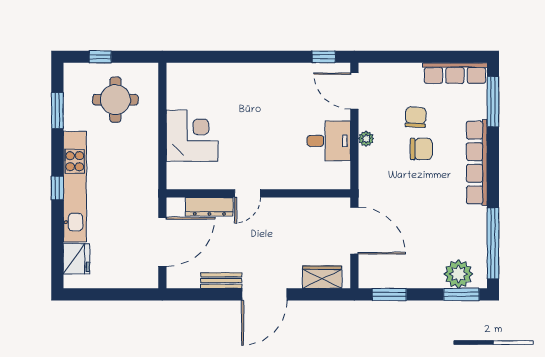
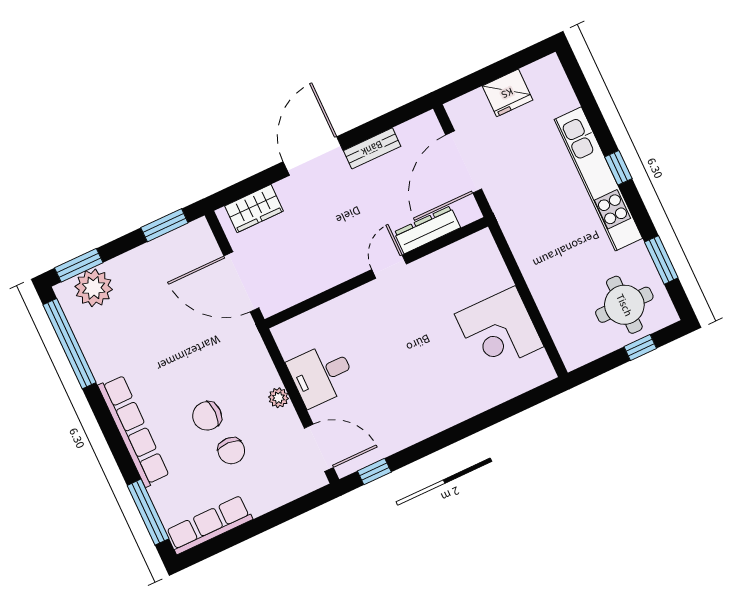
round table: (115, 100) -> (624, 305), moved
corner desk: (192, 136) -> (499, 330), moved
fridge: (76, 259) -> (507, 93), moved, turned -90

